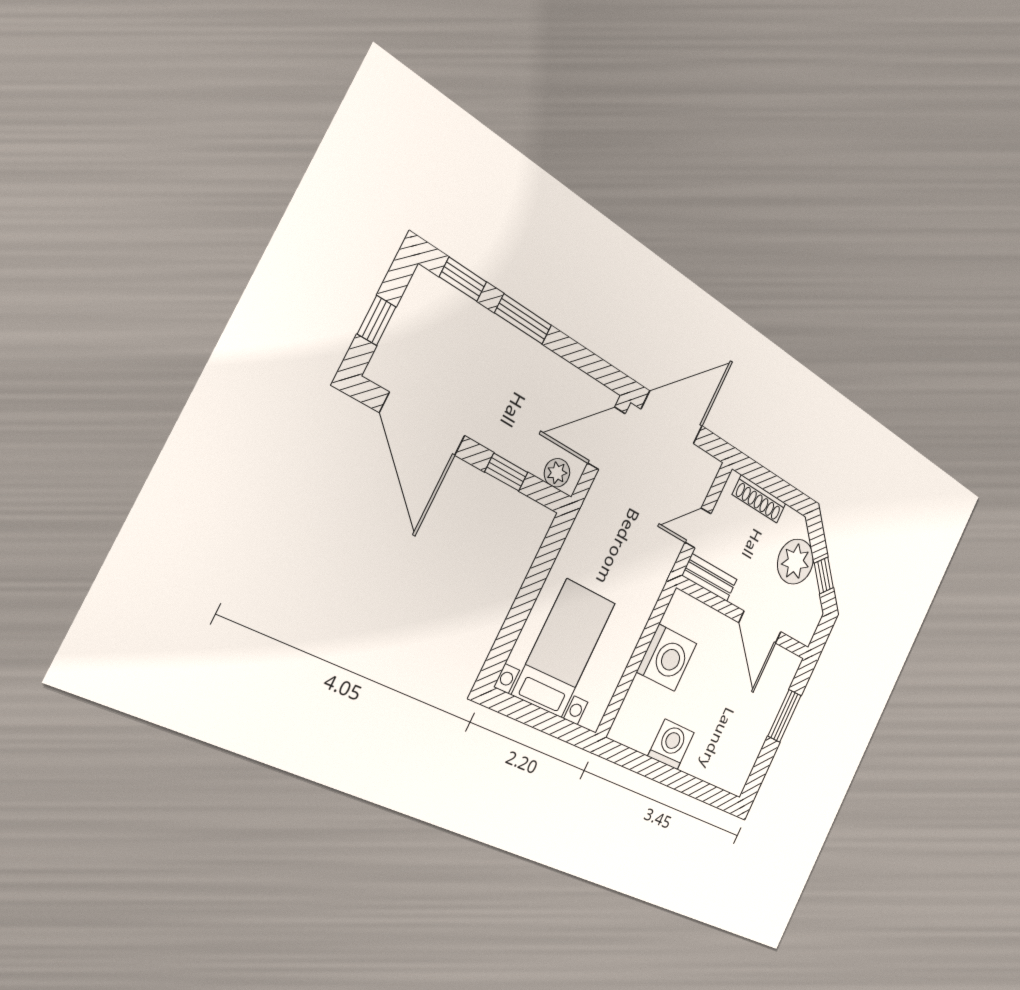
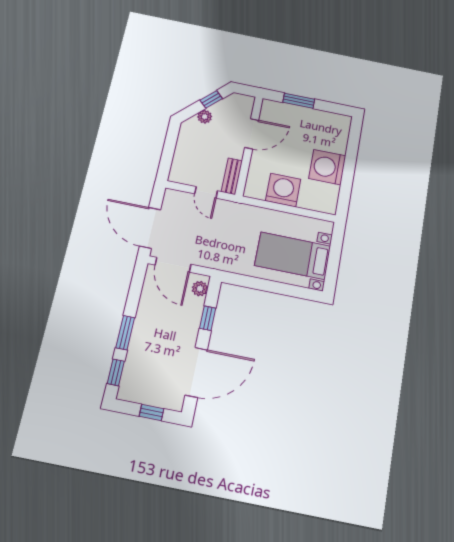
shoe rack: (759, 499) -> (179, 157), removed
plant: (795, 562) -> (205, 117), width x0.53, depth x0.53
washing machine: (671, 744) -> (327, 167), width x1.37, depth x1.37

